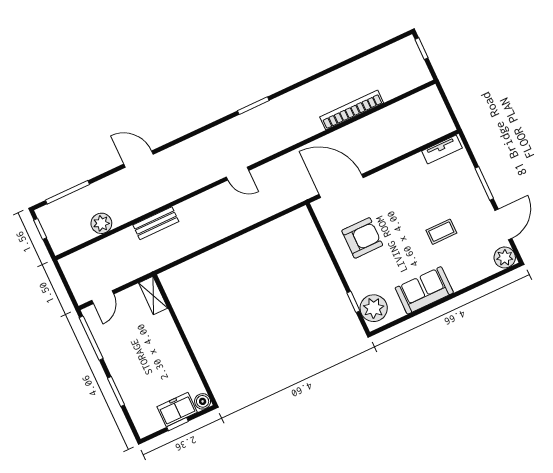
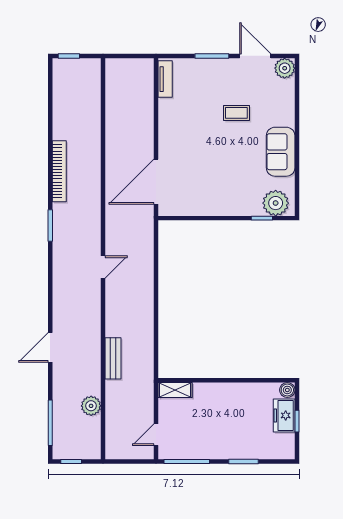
bookcase: (352, 110) -> (59, 171), moved, turned 180
coffee table: (441, 232) -> (236, 113), turned 90
armchair: (362, 238) -> (210, 184), removed
door: (103, 297) -> (156, 435), swing flipped

